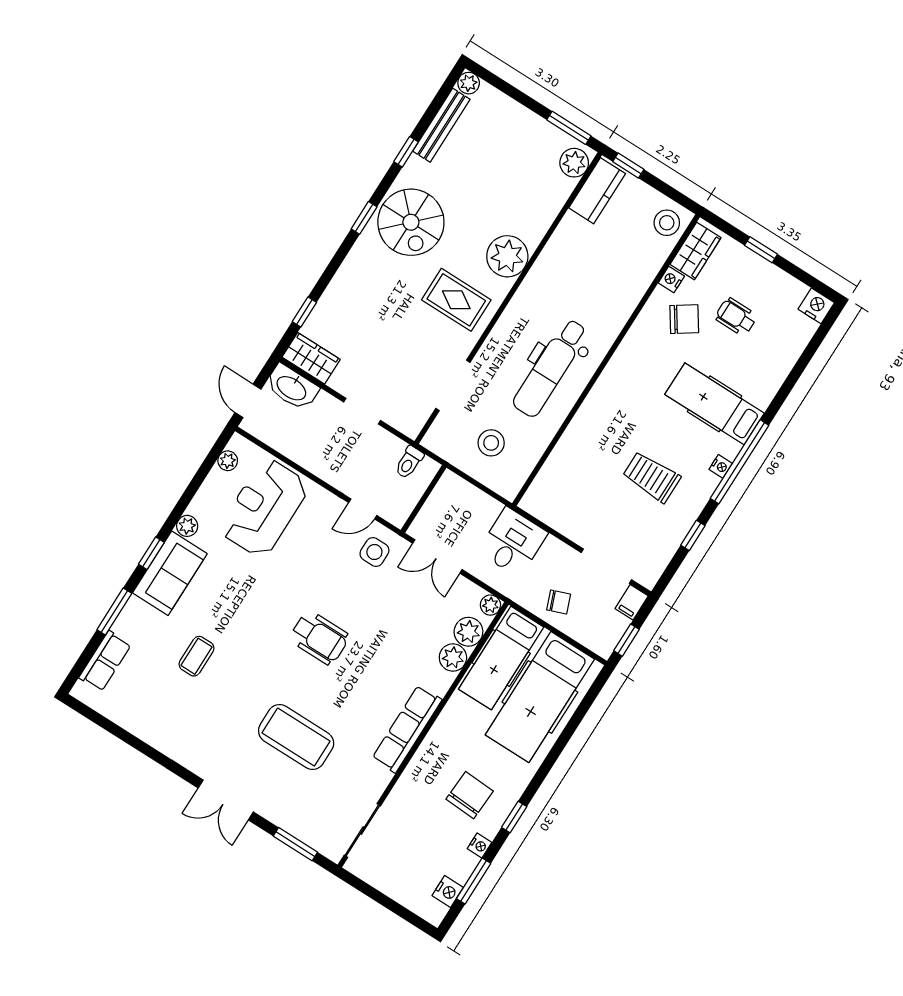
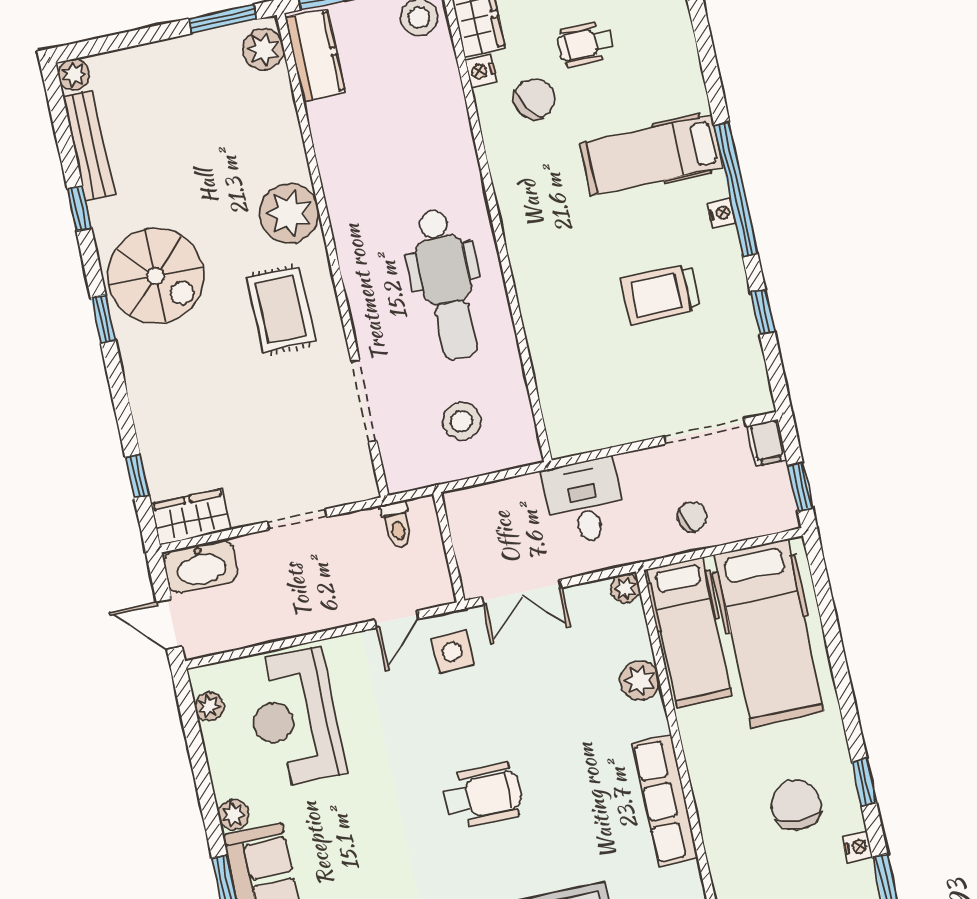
rug: (456, 300) -> (281, 310), turned 90
plant: (468, 632) -> (630, 638), removed

